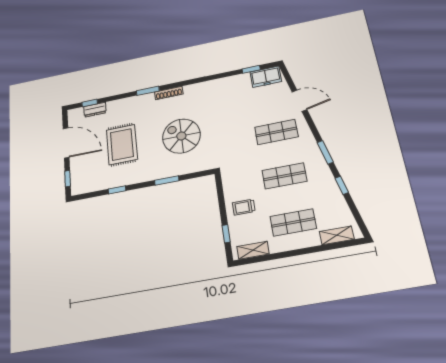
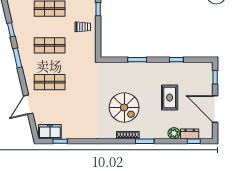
door: (299, 101) -> (28, 105), hinge flipped
plant: (114, 107) -> (174, 133), added
spiral stairs: (181, 136) -> (124, 107), moved
rug: (122, 145) -> (170, 97), width x0.73, depth x0.70

